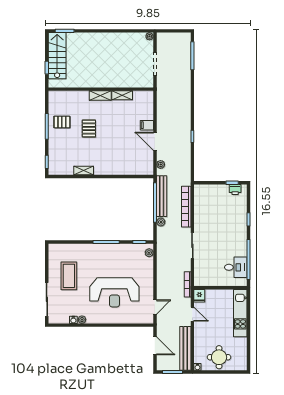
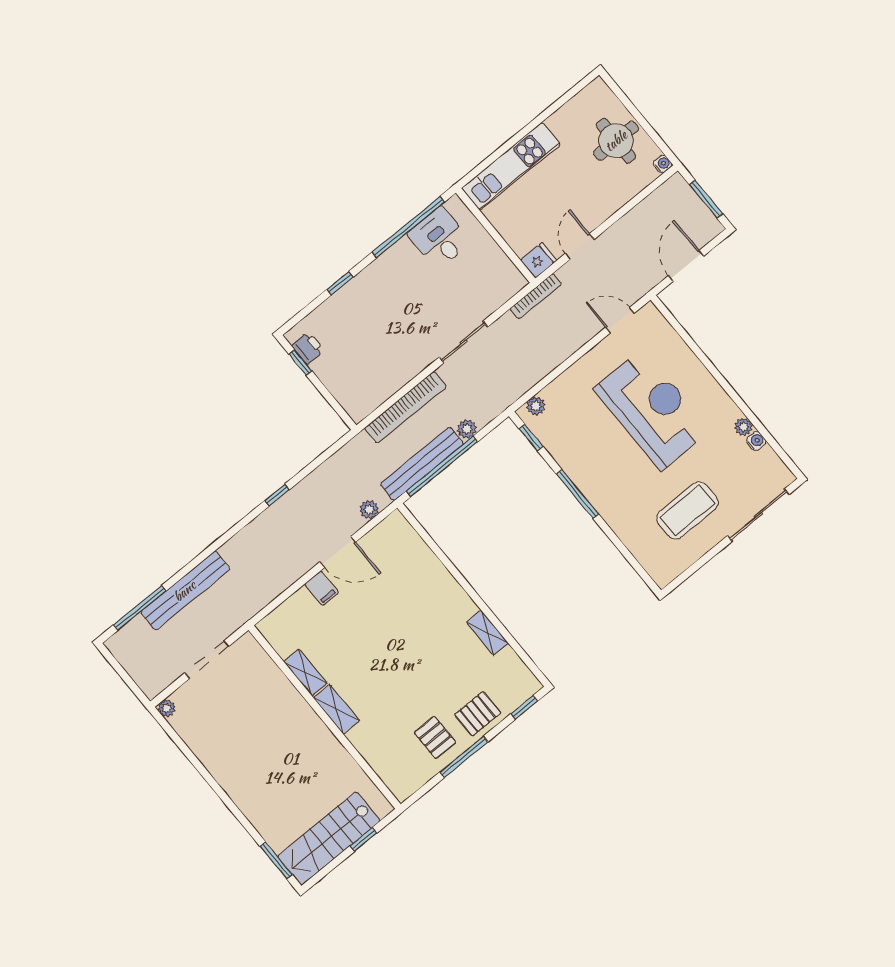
pallet: (89, 129) -> (478, 714), moved
door: (155, 141) -> (338, 552), hinge flipped
bench: (185, 348) -> (185, 591), moved

